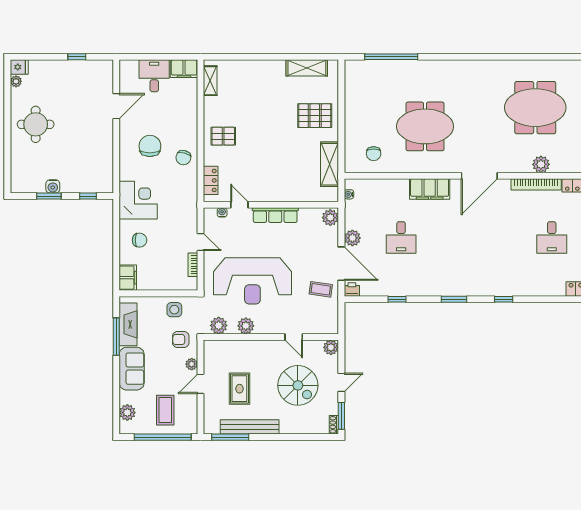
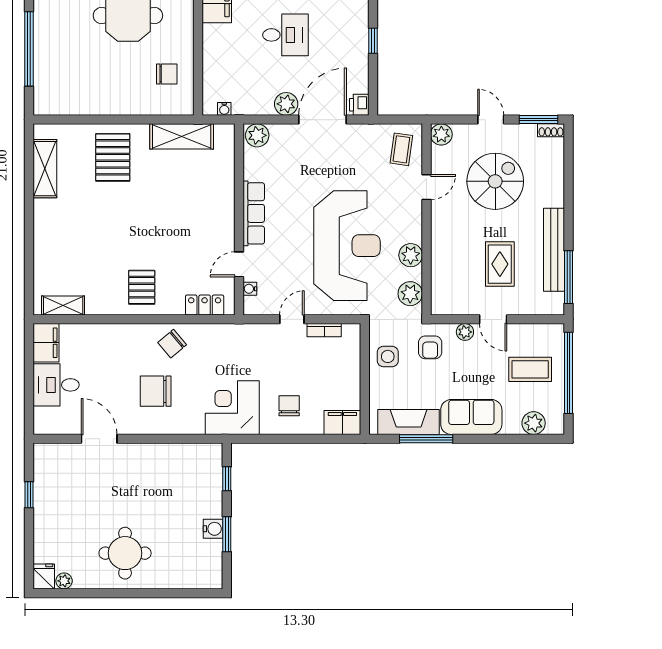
chair: (183, 158) -> (172, 344), turned 126
coffee table: (321, 289) -> (401, 149), moved
rug: (239, 389) -> (500, 264), turned 90

